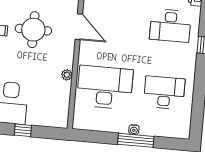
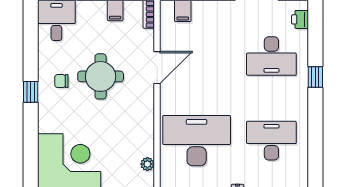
door: (79, 27) -> (157, 68), hinge flipped
plant: (67, 75) -> (147, 164), moved

